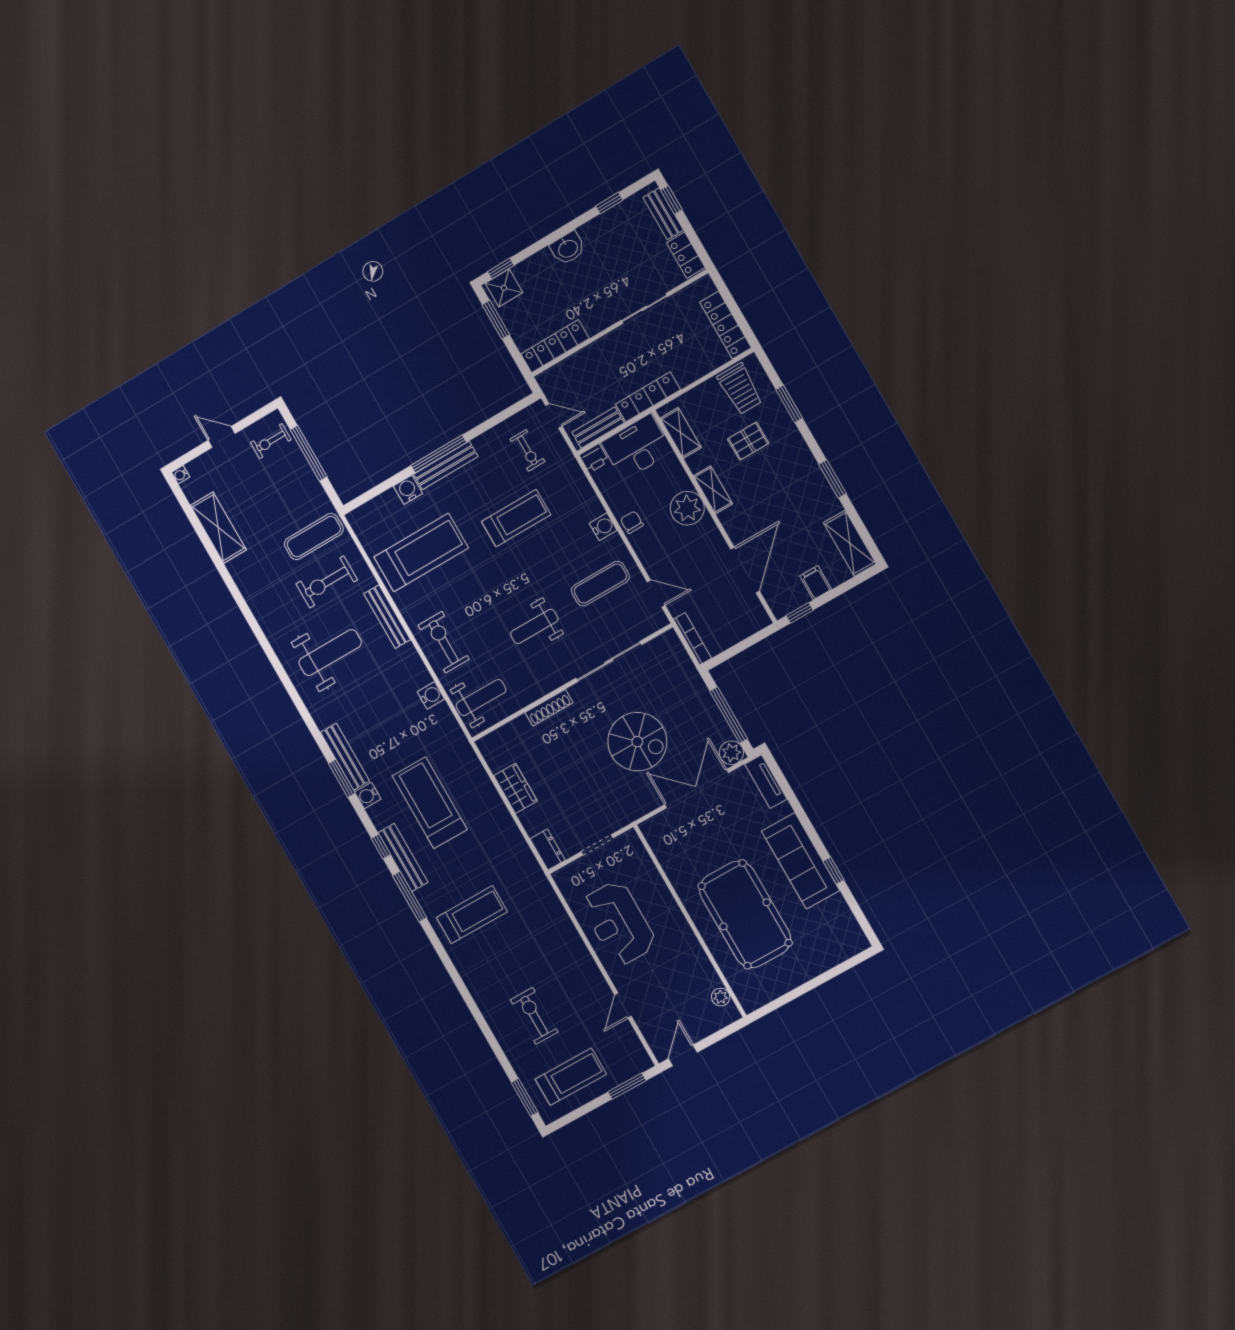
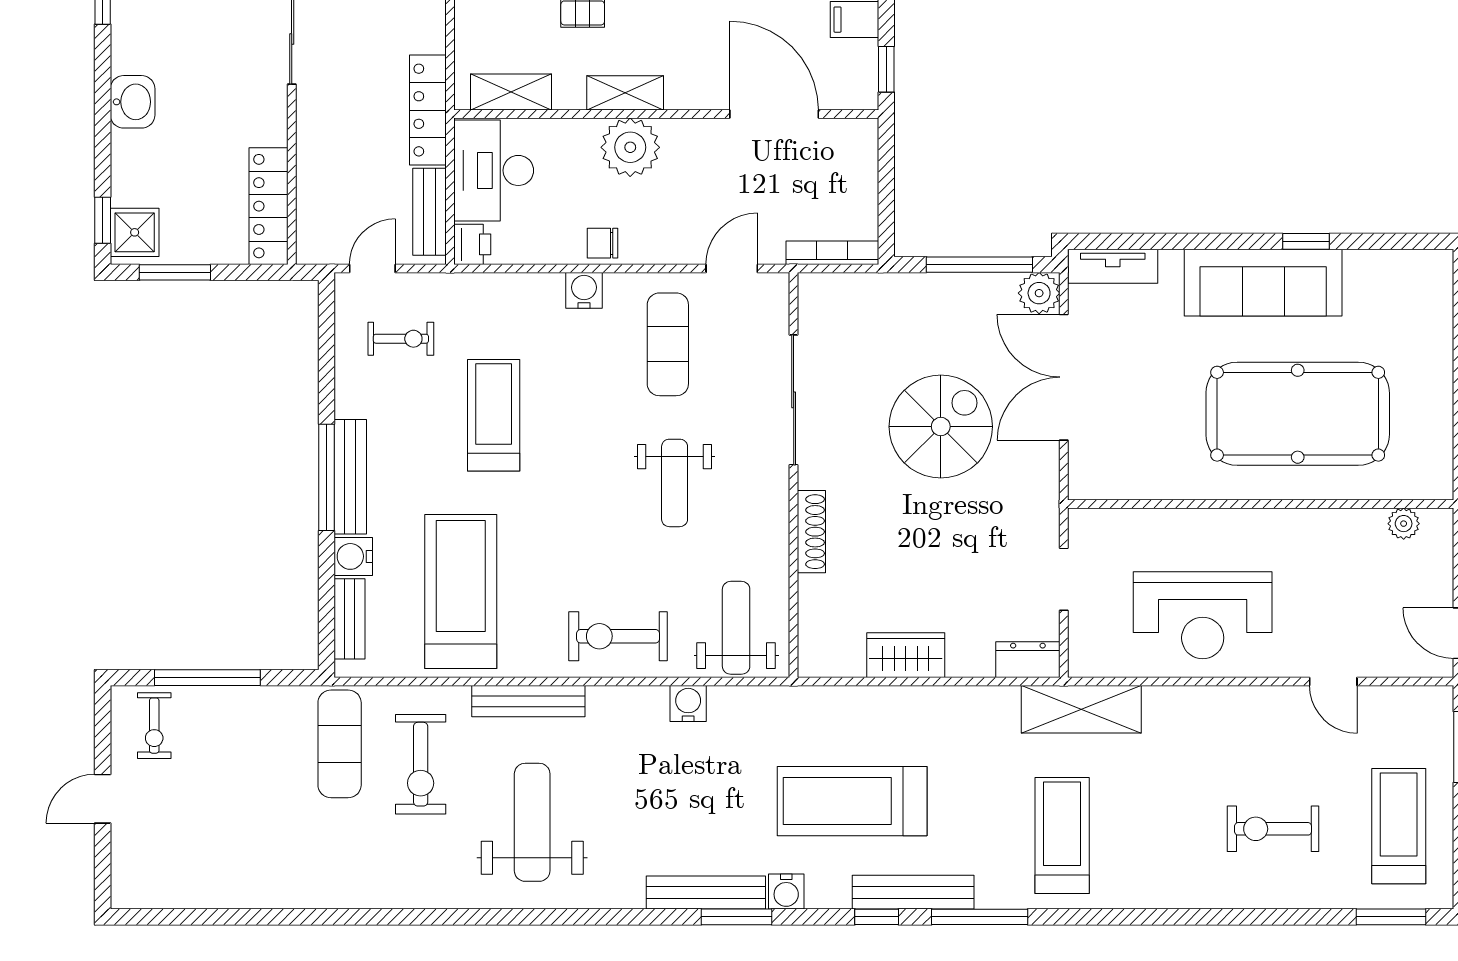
water cooler: (181, 475) -> (123, 897), removed
bench: (377, 506) -> (350, 619), added
shelving: (218, 528) -> (1081, 709), moved

